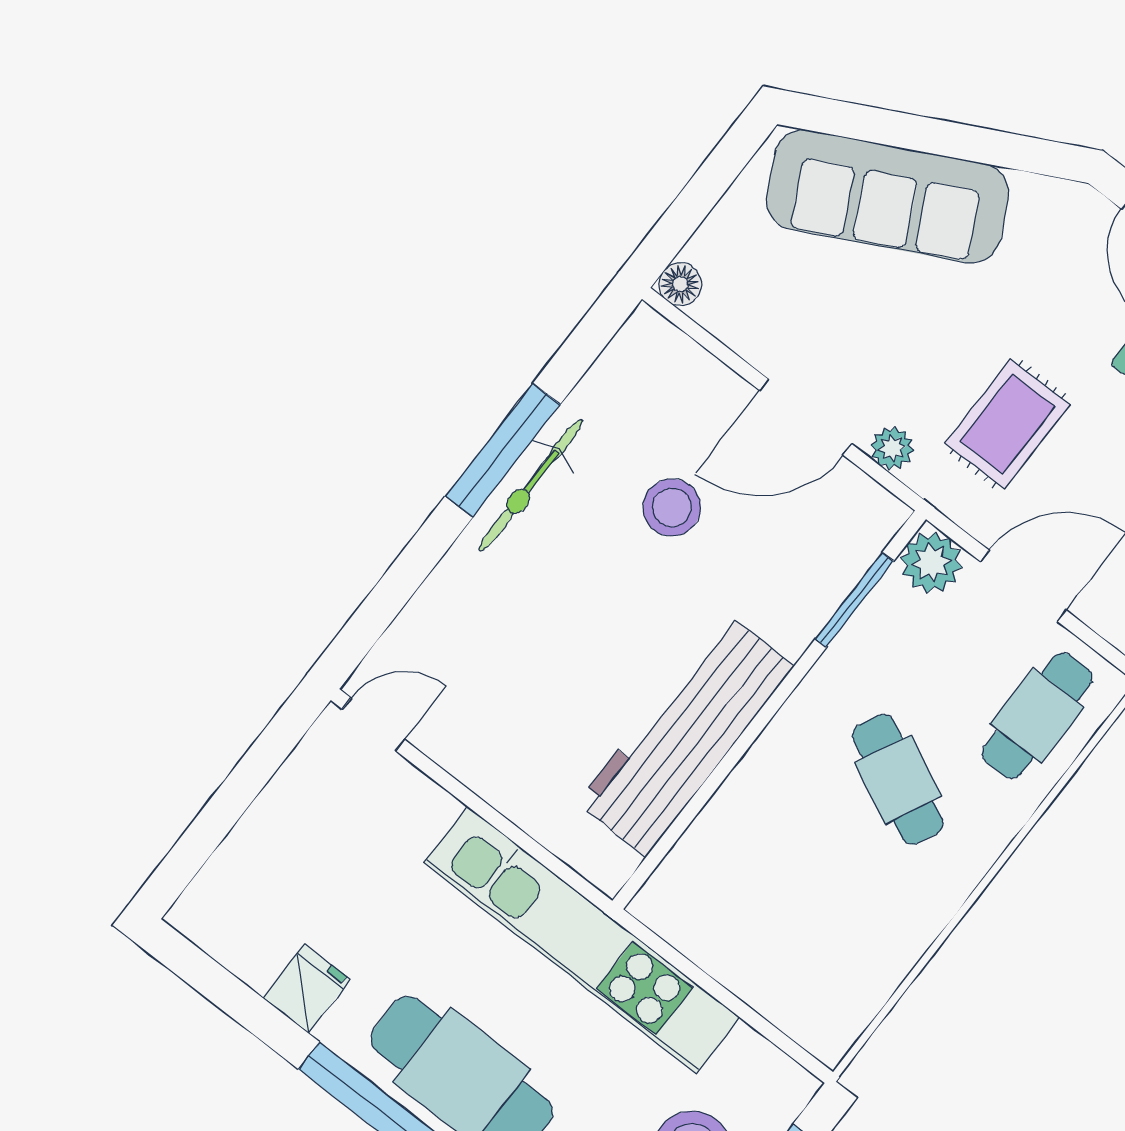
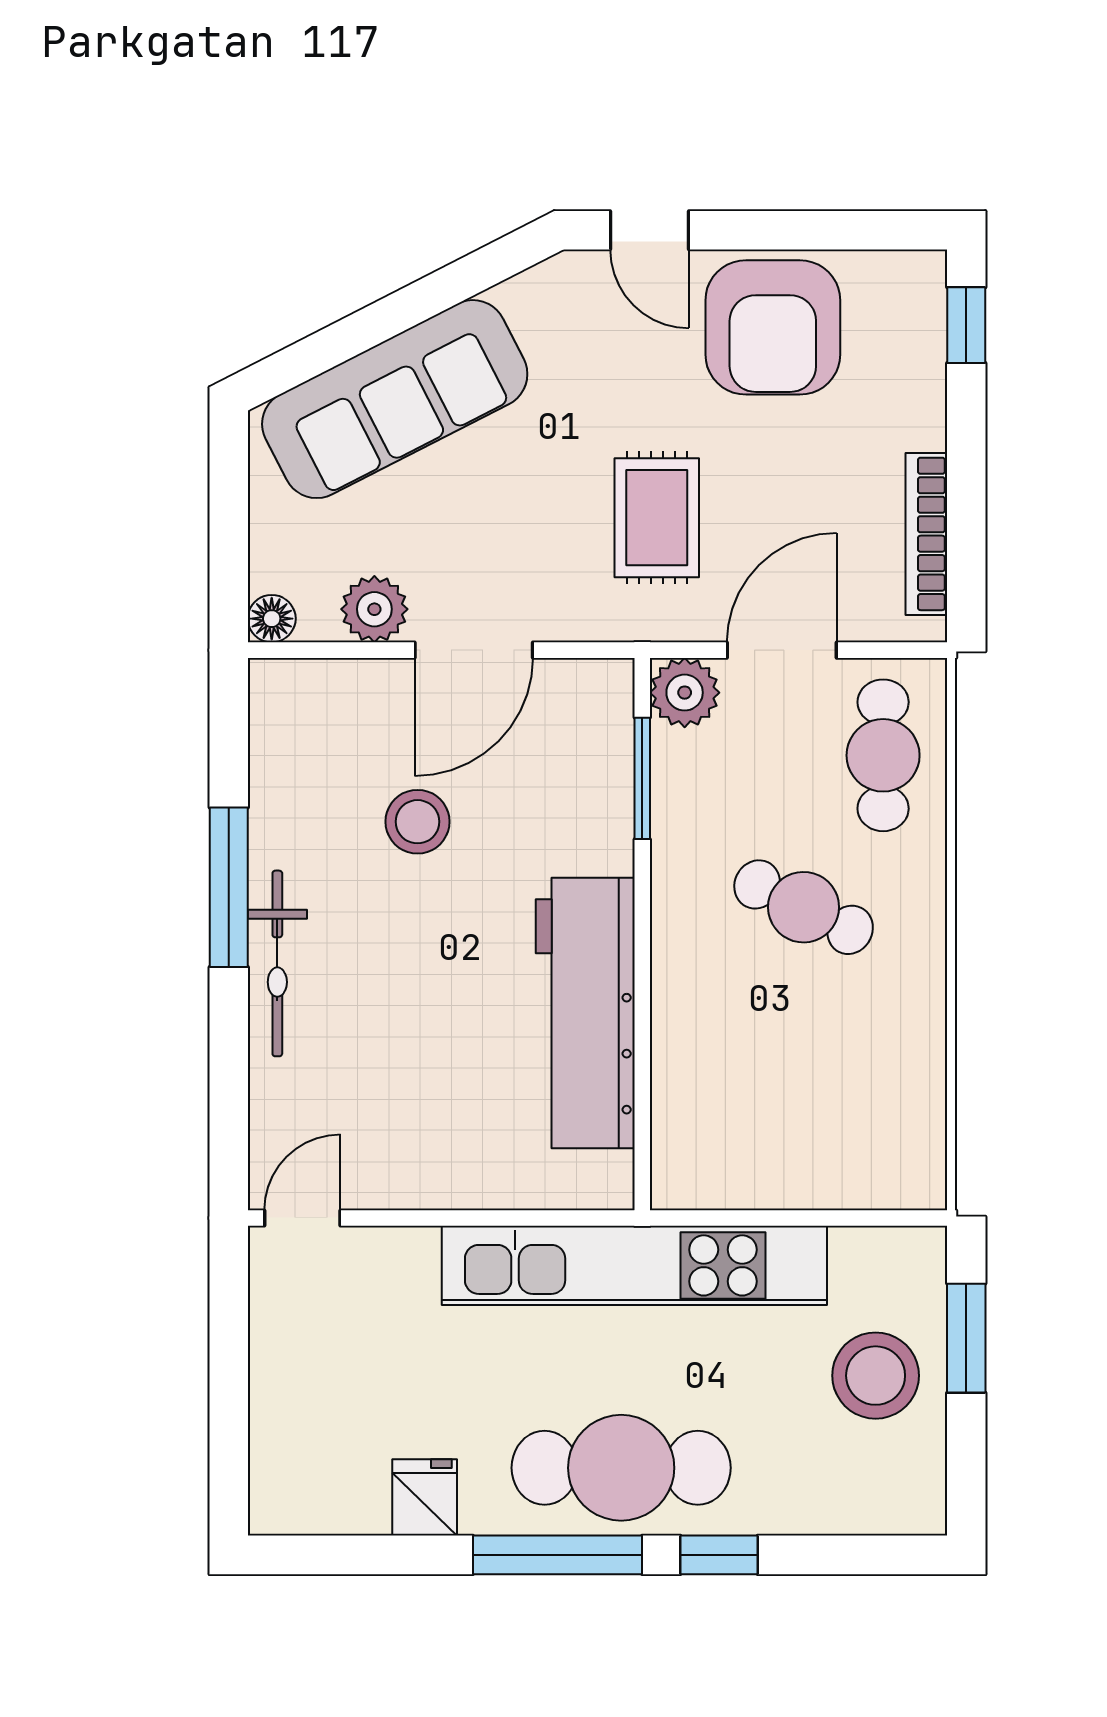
plant: (892, 448) -> (374, 609), moved, width x1.38, depth x1.38
bicycle: (530, 485) -> (277, 963), moved

